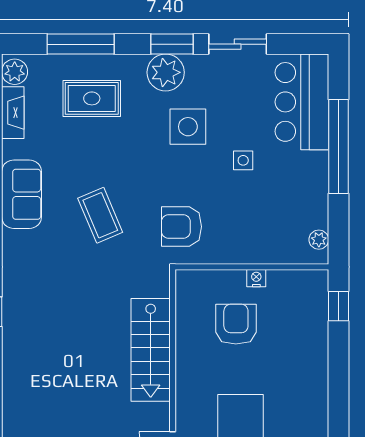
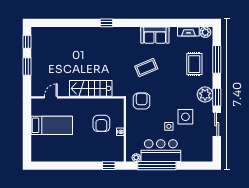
bar counter: (302, 102) -> (161, 151), moved
side table: (188, 127) -> (185, 117), moved
window: (338, 147) -> (157, 166), moved
armchair: (236, 324) -> (101, 123), turned 90

